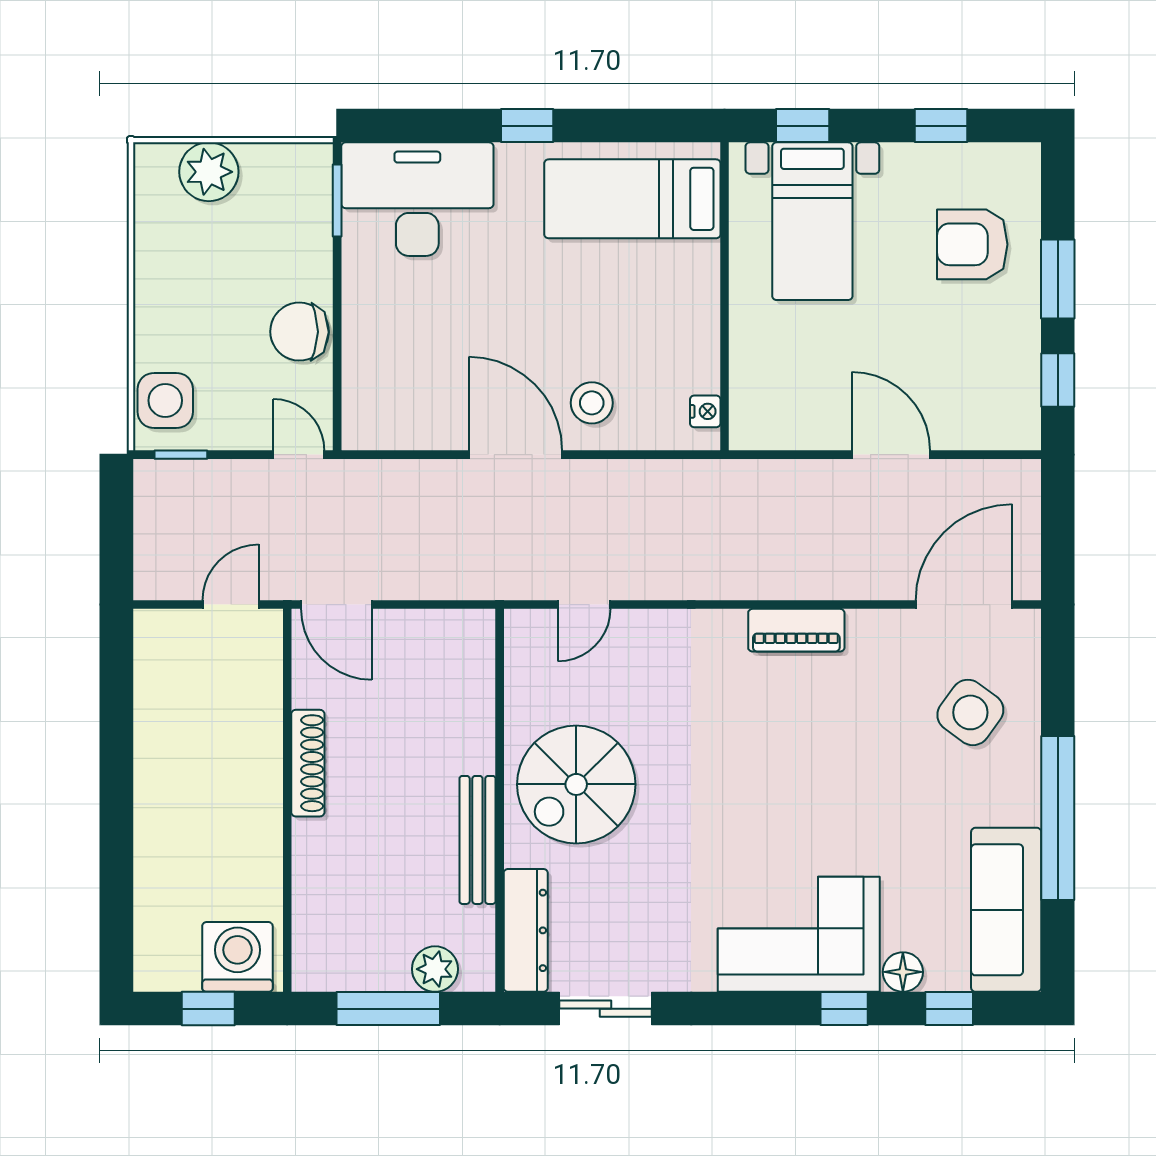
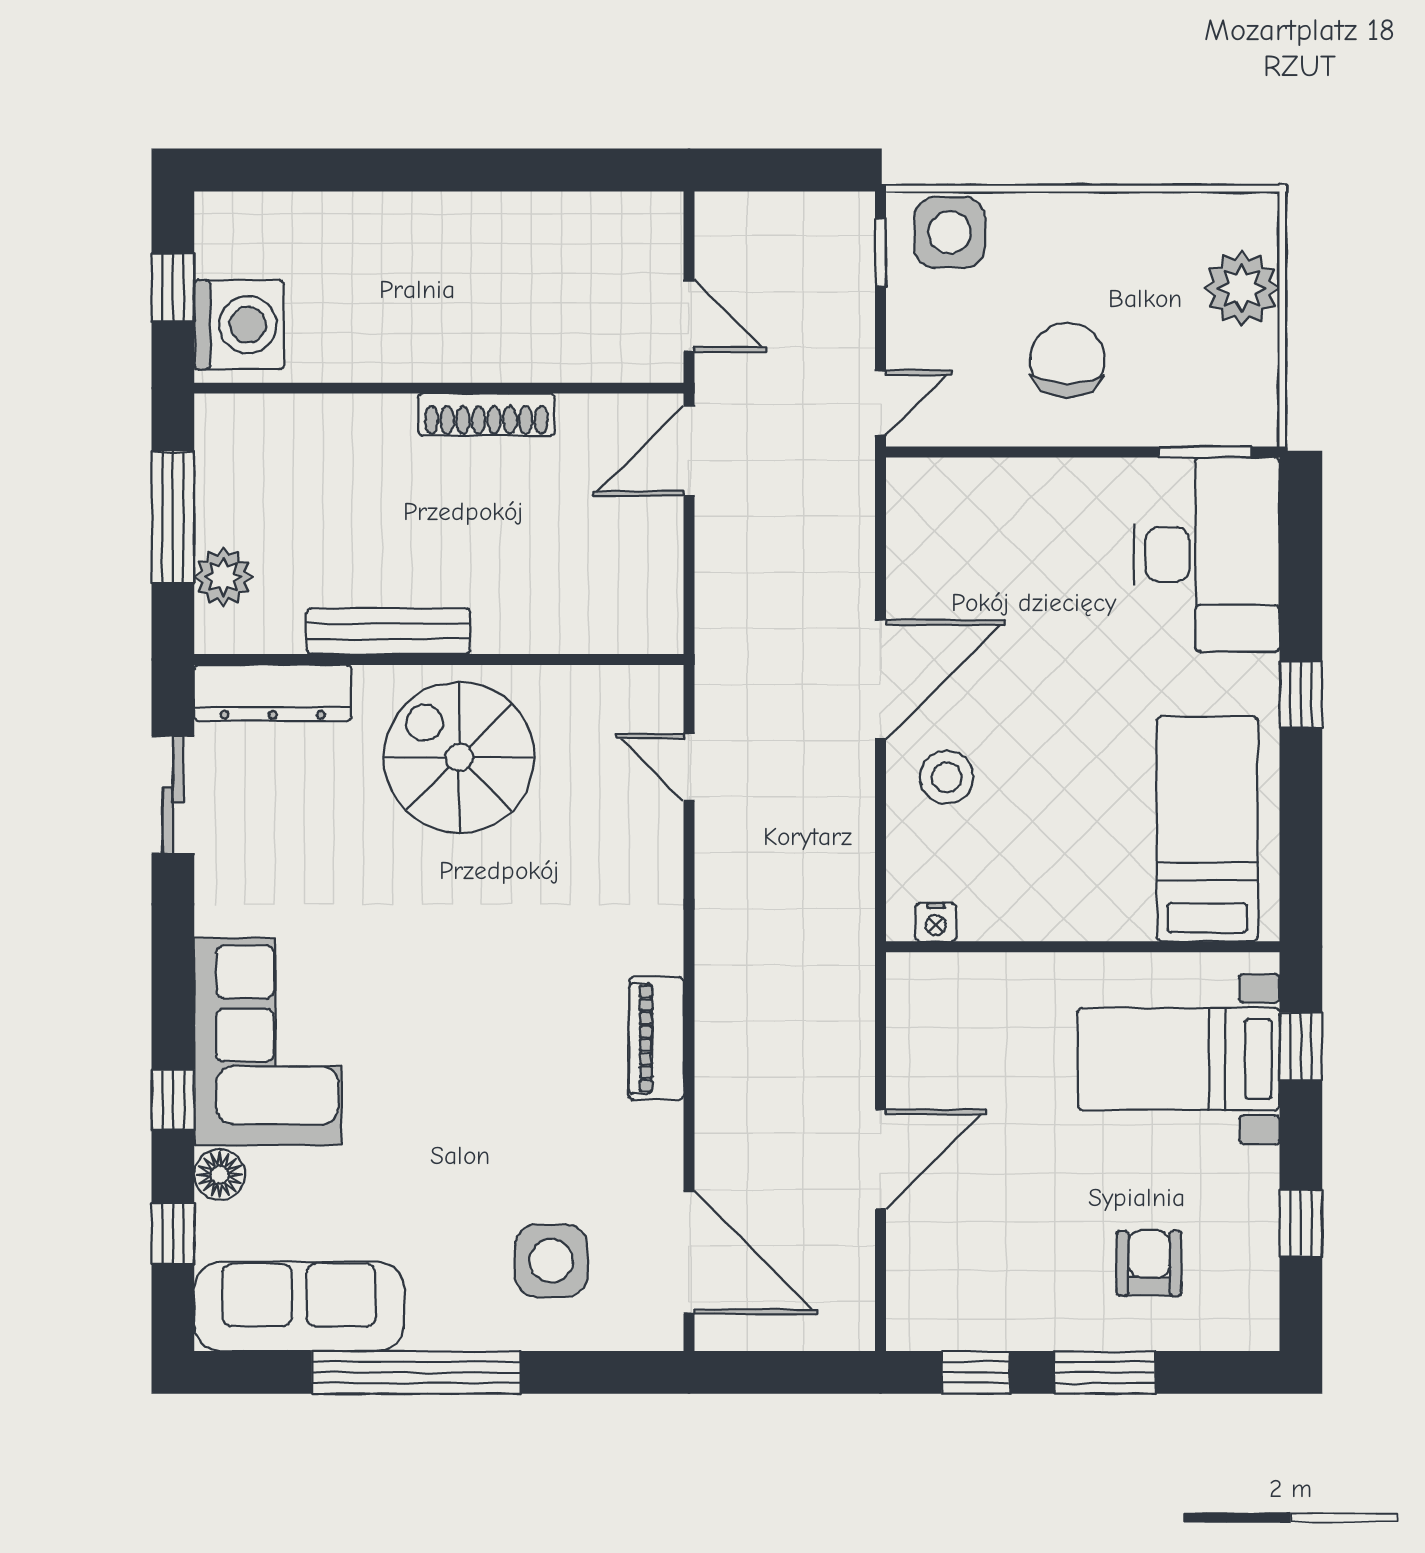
armchair: (972, 244) -> (1149, 1263), width x0.72, depth x0.72
chair: (299, 332) -> (1067, 360), moved
side table: (970, 712) -> (551, 1261), turned -36

